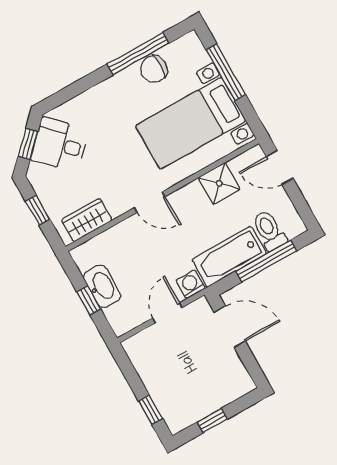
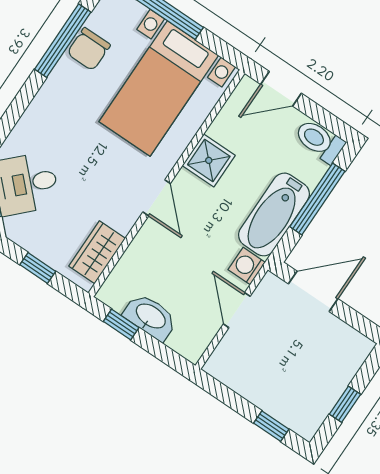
shower: (219, 183) -> (209, 160), moved
door: (150, 202) -> (157, 198), hinge flipped
toilet: (269, 231) -> (319, 141), moved
window: (89, 300) -> (121, 324), moved

